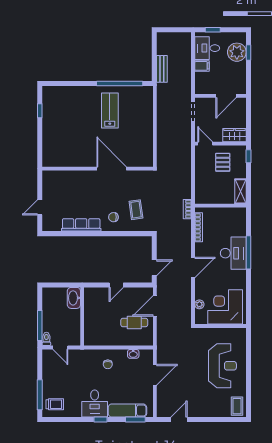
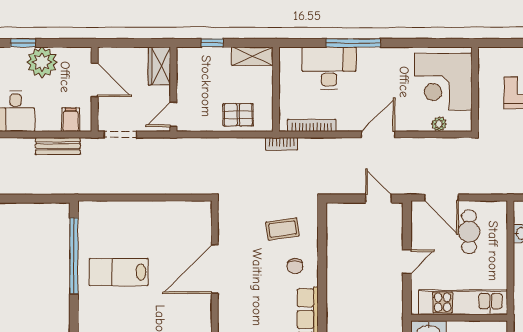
plant: (237, 52) -> (42, 62), moved
filing cabinet: (202, 66) -> (71, 120), moved
bench: (162, 69) -> (58, 146), moved
window: (248, 156) -> (212, 43), moved
pallet: (223, 162) -> (238, 115), moved
desk: (233, 253) -> (329, 68), moved
door: (193, 267) -> (378, 135), hinge flipped
door: (116, 285) -> (407, 262), hinge flipped
kitchen unit: (92, 319) -> (463, 302), added

